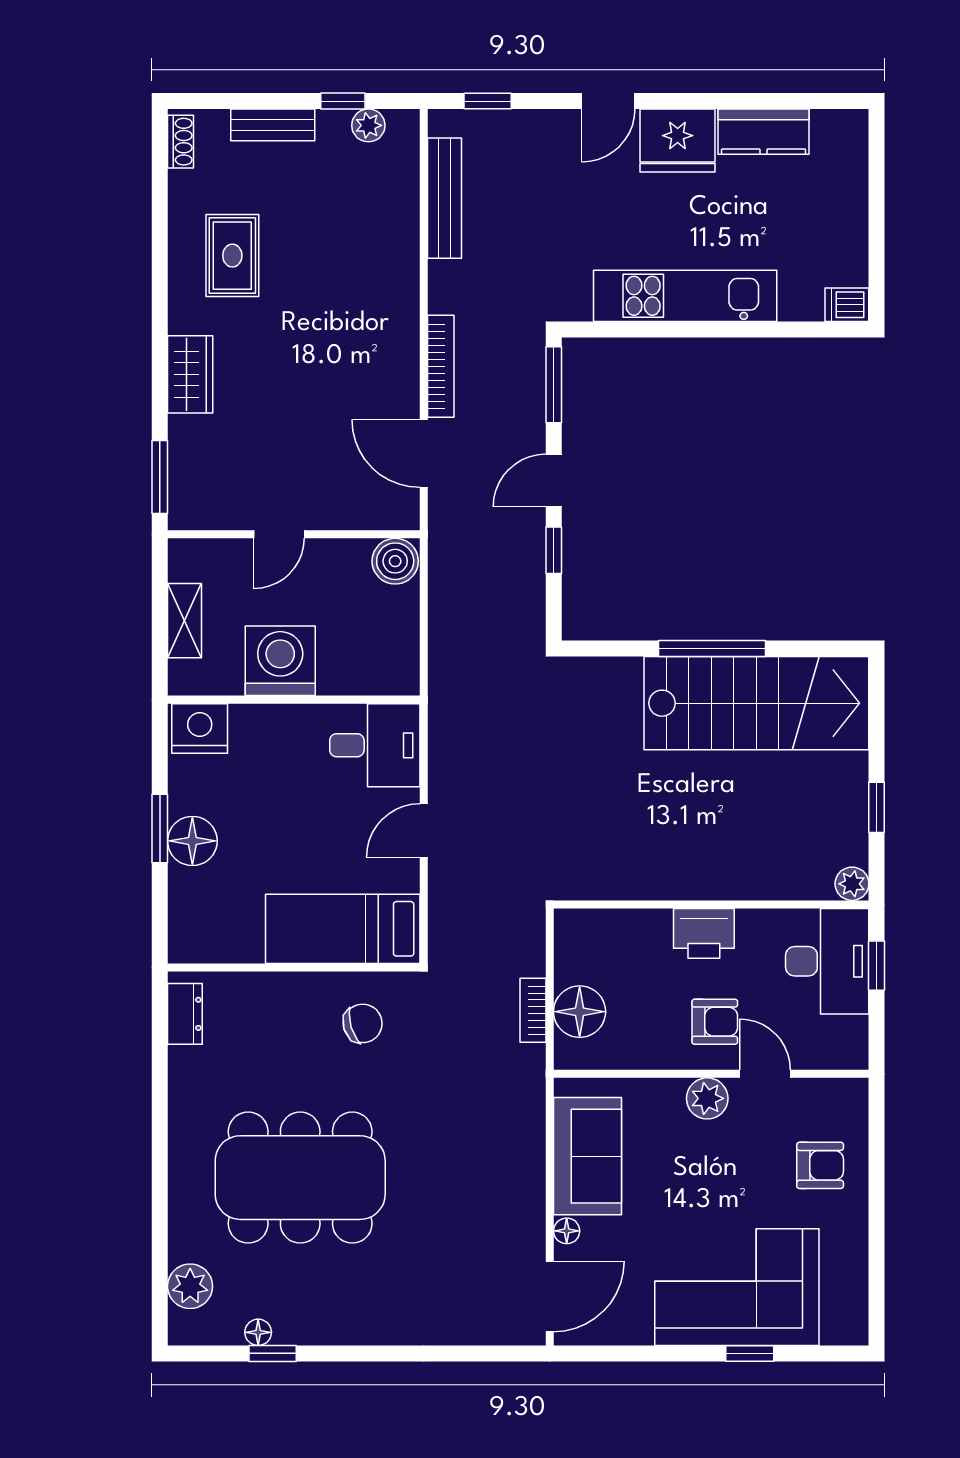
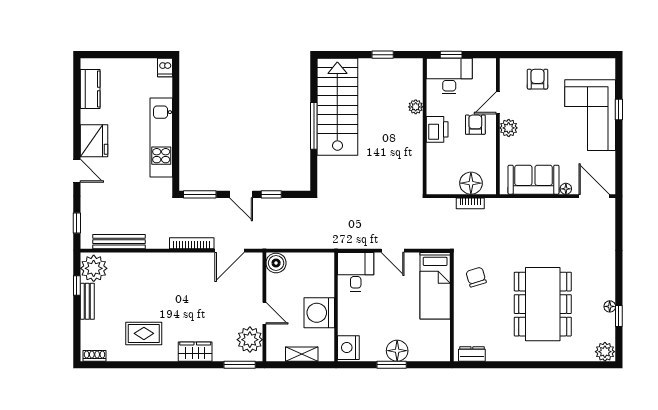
bench: (273, 125) -> (87, 301), moved
plant: (368, 125) -> (94, 268), width x1.87, depth x1.87
kitchen counter: (763, 132) -> (90, 89), moved
plant: (218, 501) -> (250, 340), added
plant: (852, 884) -> (416, 107), moved
plant: (190, 1286) -> (605, 352), moved
floor lamp: (258, 1332) -> (610, 306), moved

